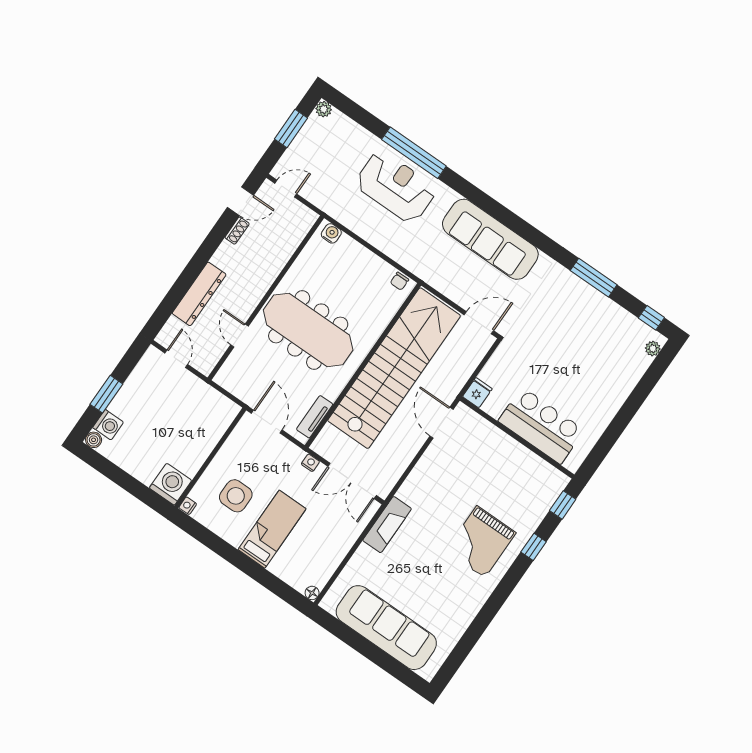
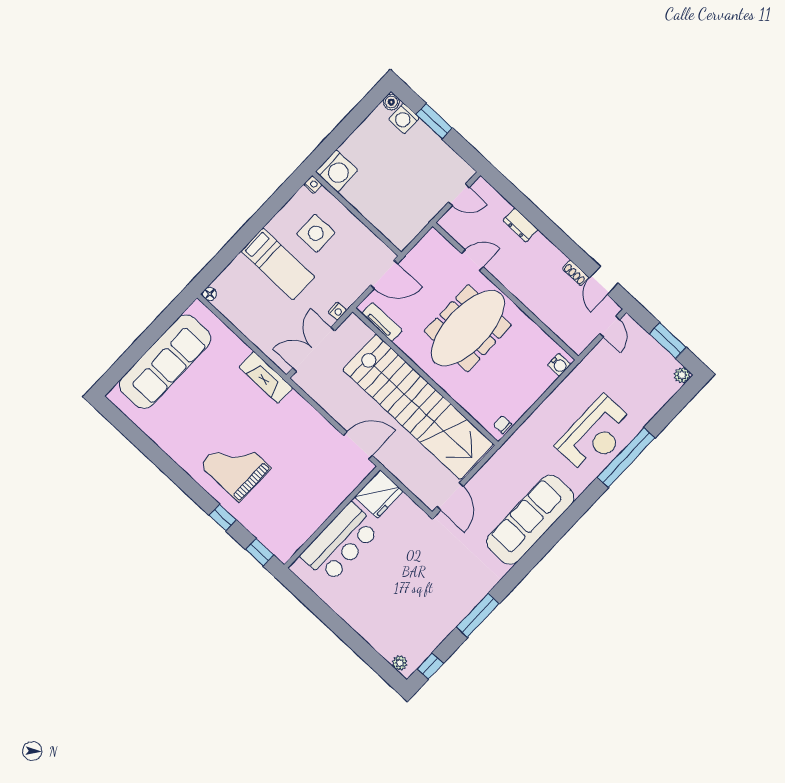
dresser: (199, 294) -> (520, 225), width x0.51, depth x0.80
fridge: (477, 393) -> (379, 494), width x1.88, depth x1.34

